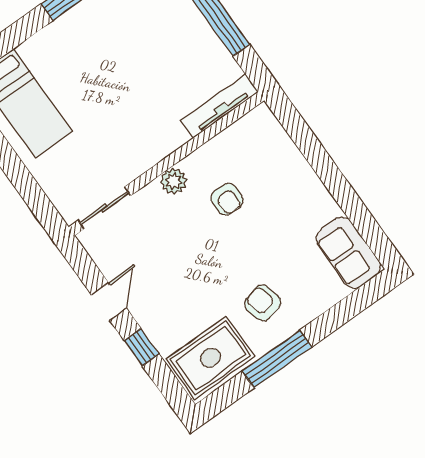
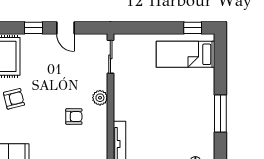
armchair: (227, 199) -> (74, 117), turned 180

